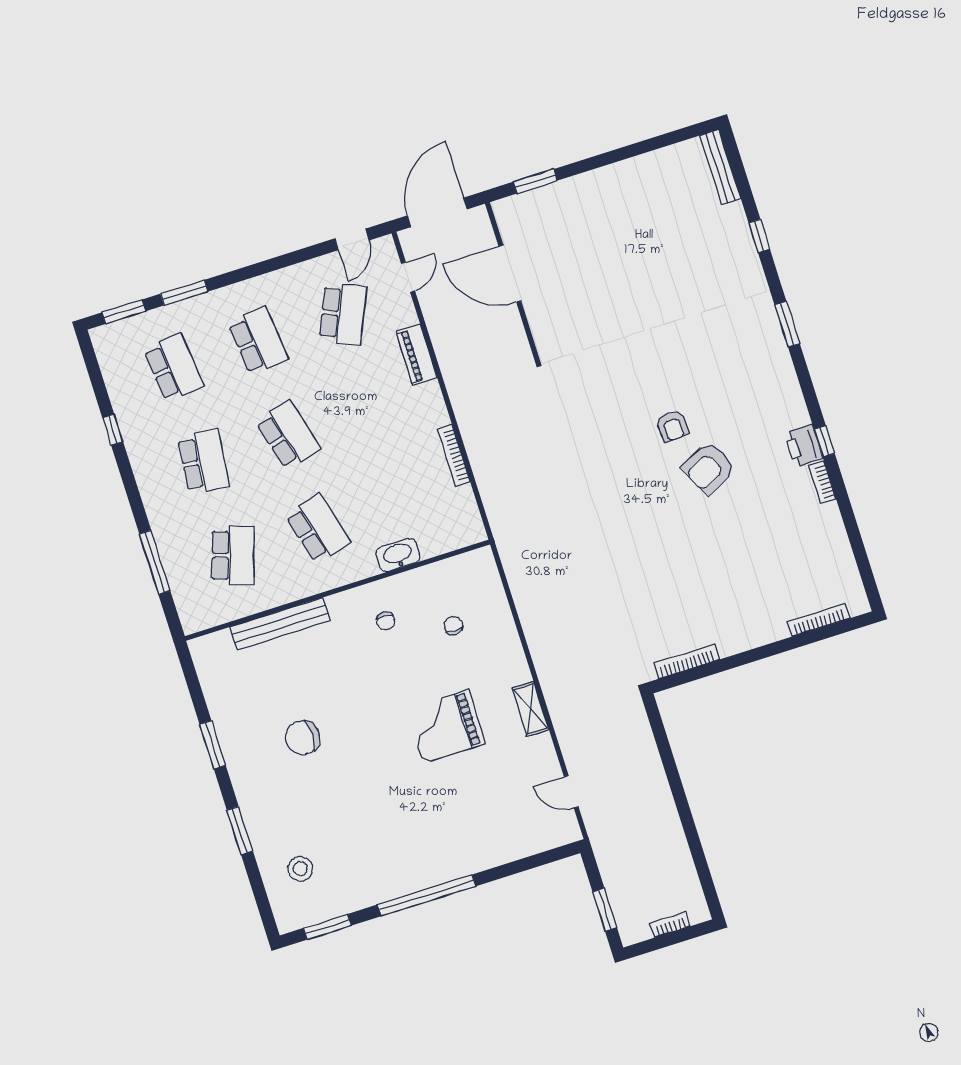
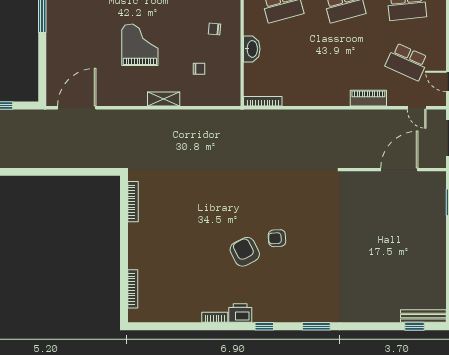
window: (759, 236) -> (414, 326), moved
window: (824, 441) -> (264, 326), moved
bookcase: (454, 456) -> (263, 101), moved
shelving: (530, 709) -> (164, 99), moved
door: (571, 792) -> (77, 108), width x1.88

